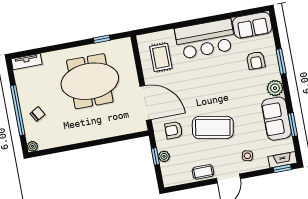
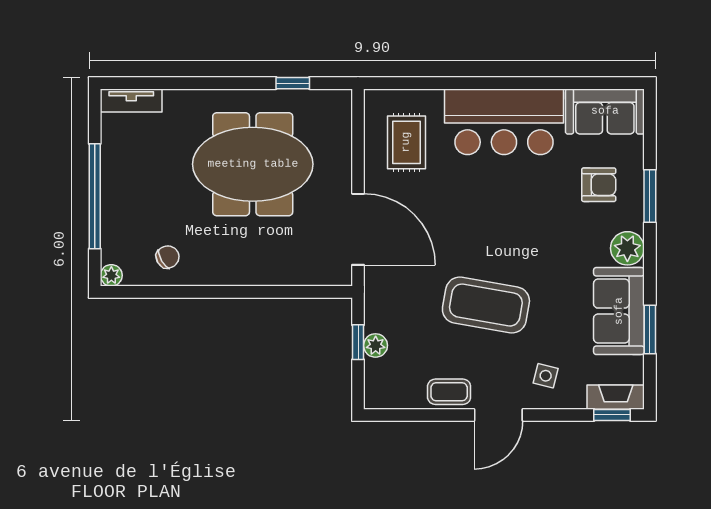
armchair: (256, 60) -> (599, 185), turned -90
chair: (38, 114) -> (168, 257), moved
armchair: (174, 130) -> (405, 296), removed

